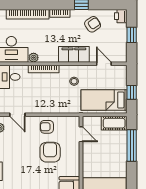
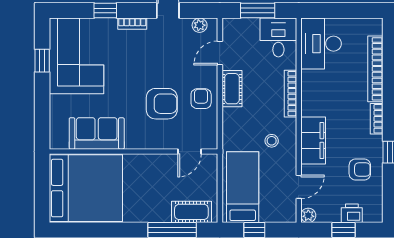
printer: (121, 16) -> (352, 213), moved
armchair: (93, 24) -> (360, 169), turned -56
plant: (34, 58) -> (308, 215), moved
cot: (40, 107) -> (232, 89), added
cot: (114, 123) -> (191, 212), moved, turned 90

